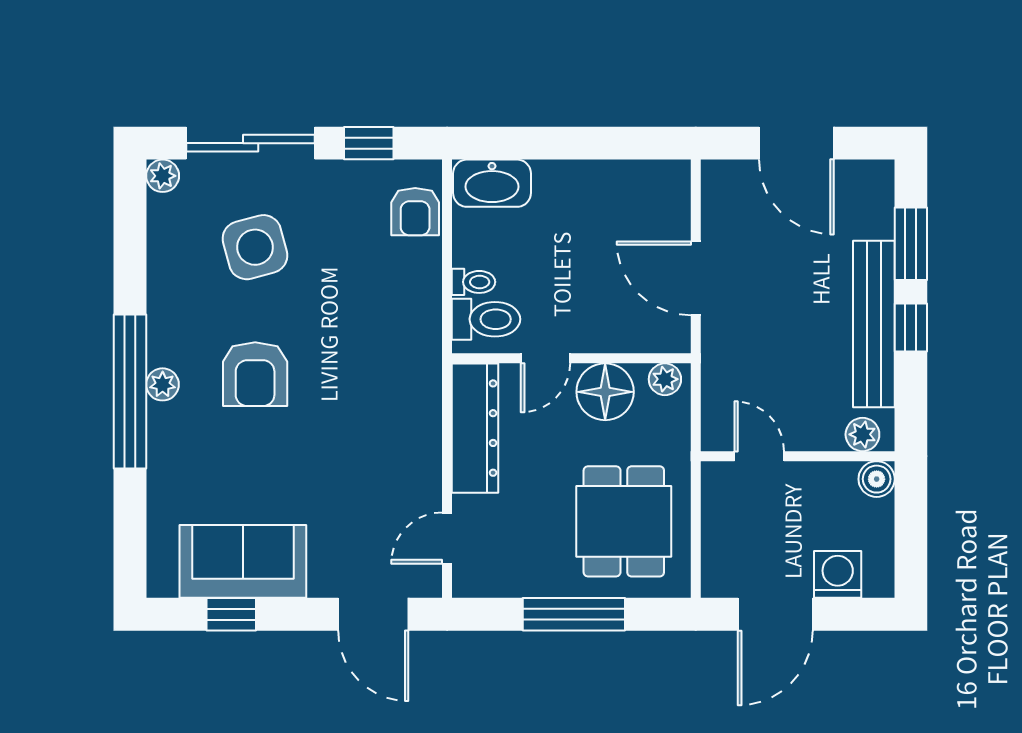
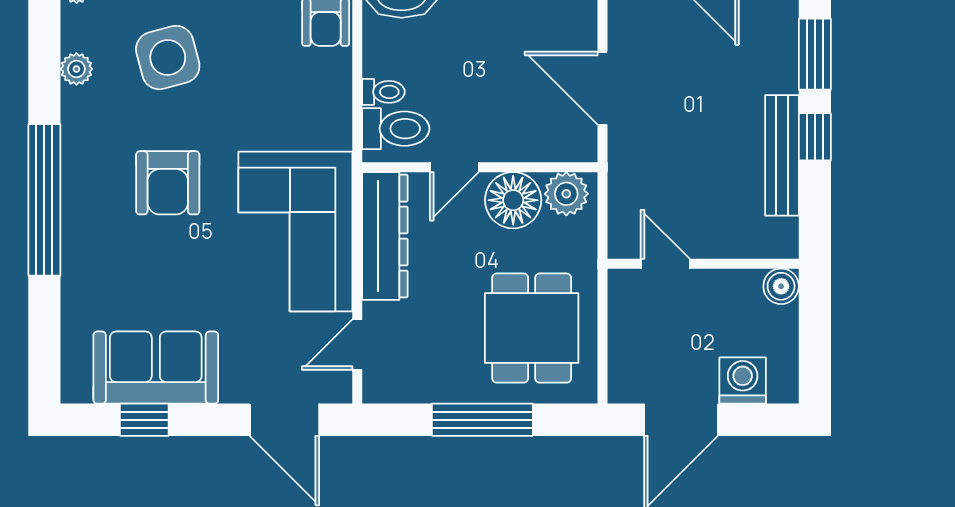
bench: (874, 324) -> (782, 155), width x0.73, depth x0.82
plant: (665, 379) -> (566, 194), width x1.38, depth x1.38
plant: (163, 384) -> (76, 69), moved
corner sofa: (384, 423) -> (295, 232), added
plant: (862, 434) -> (767, 242), removed

